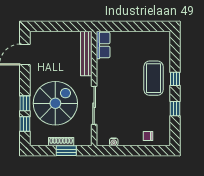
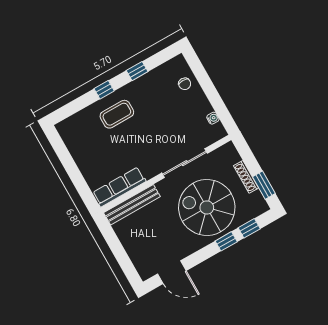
row of seats: (103, 45) -> (119, 187), width x1.48
coffee table: (154, 78) -> (117, 114), width x0.73, depth x0.76
window: (66, 151) -> (264, 185), moved

